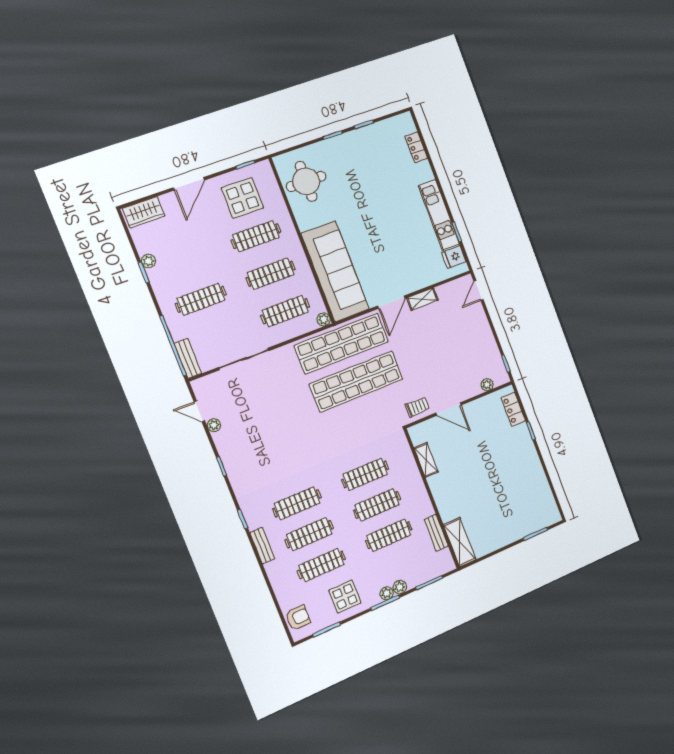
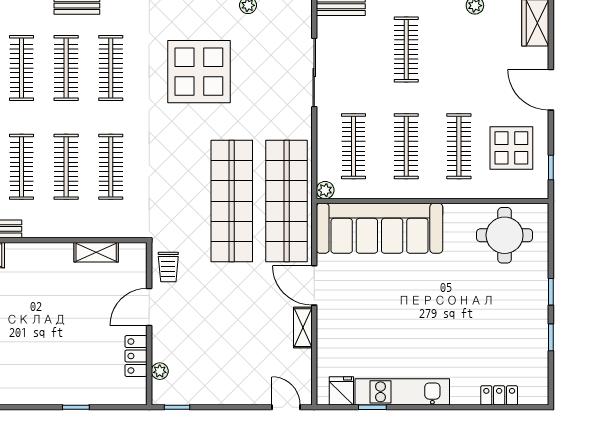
locker: (513, 409) -> (136, 356), moved, turned -90
display table: (275, 441) -> (199, 72), added

